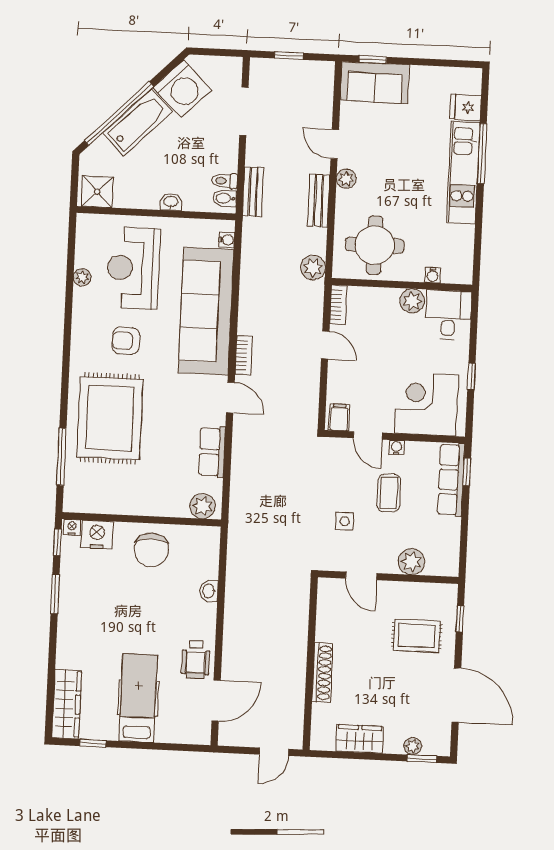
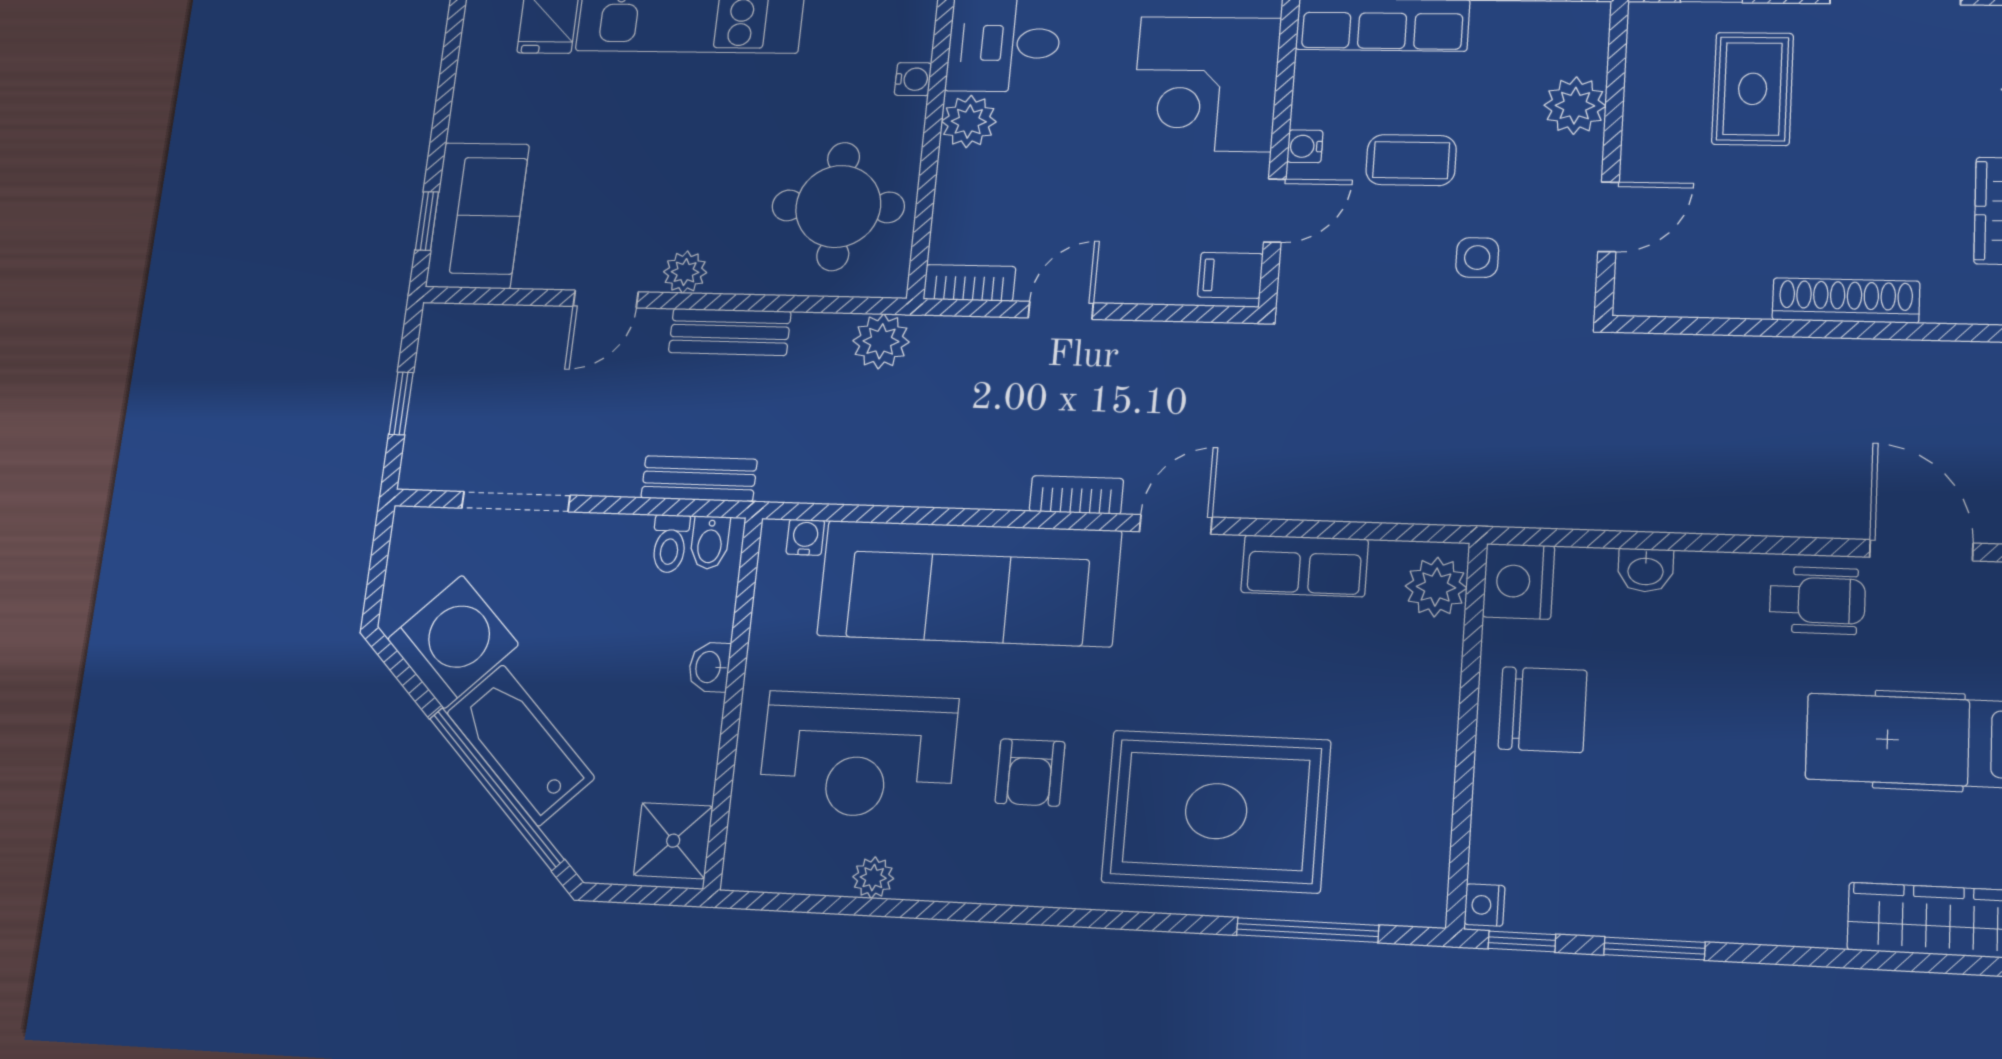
nightstand: (97, 535) -> (1519, 581), moved

